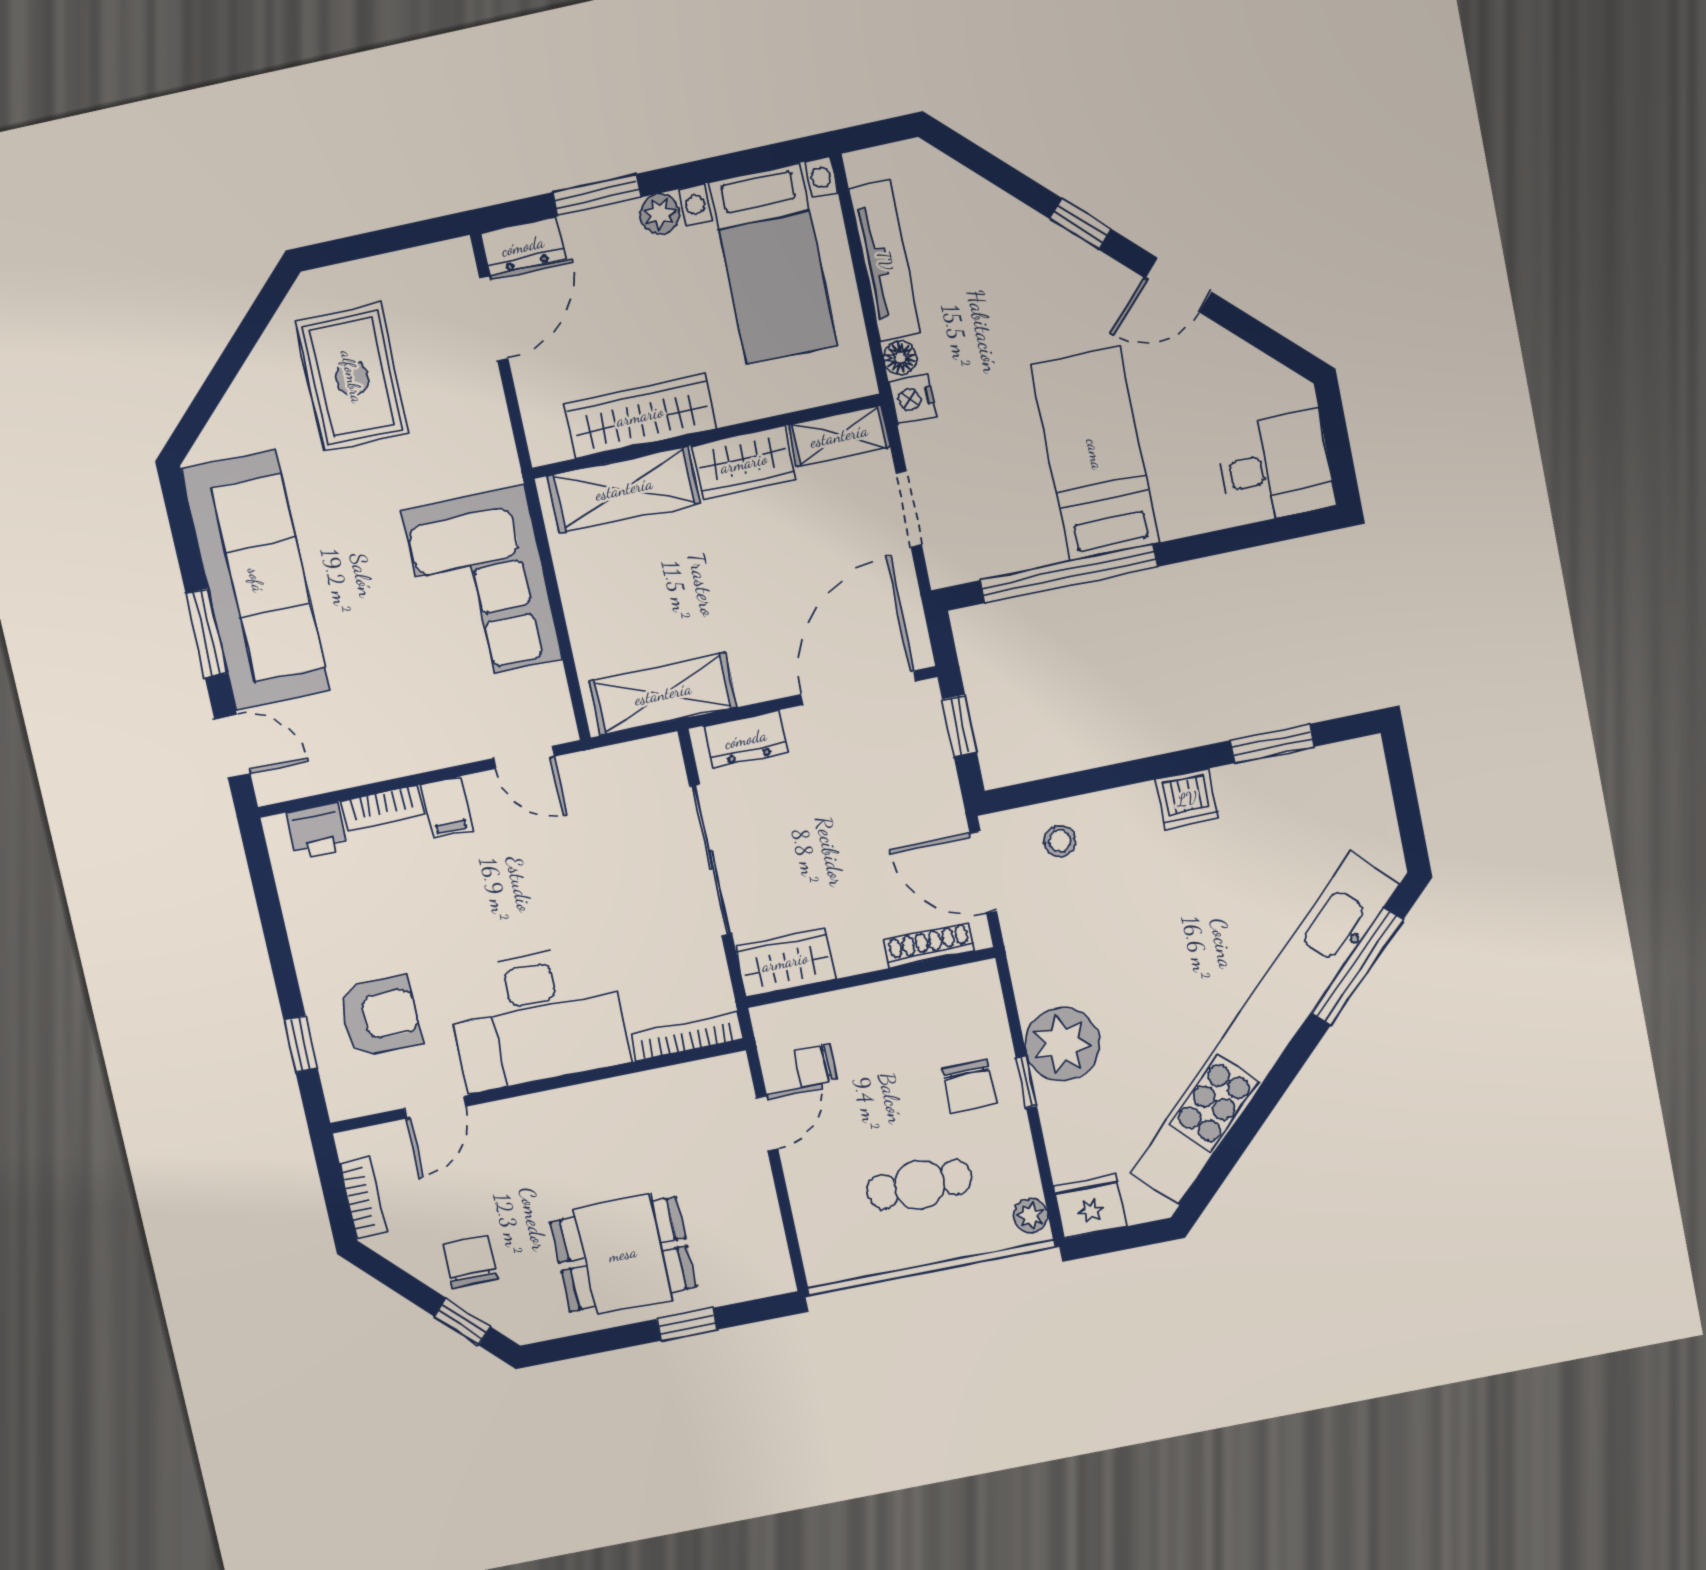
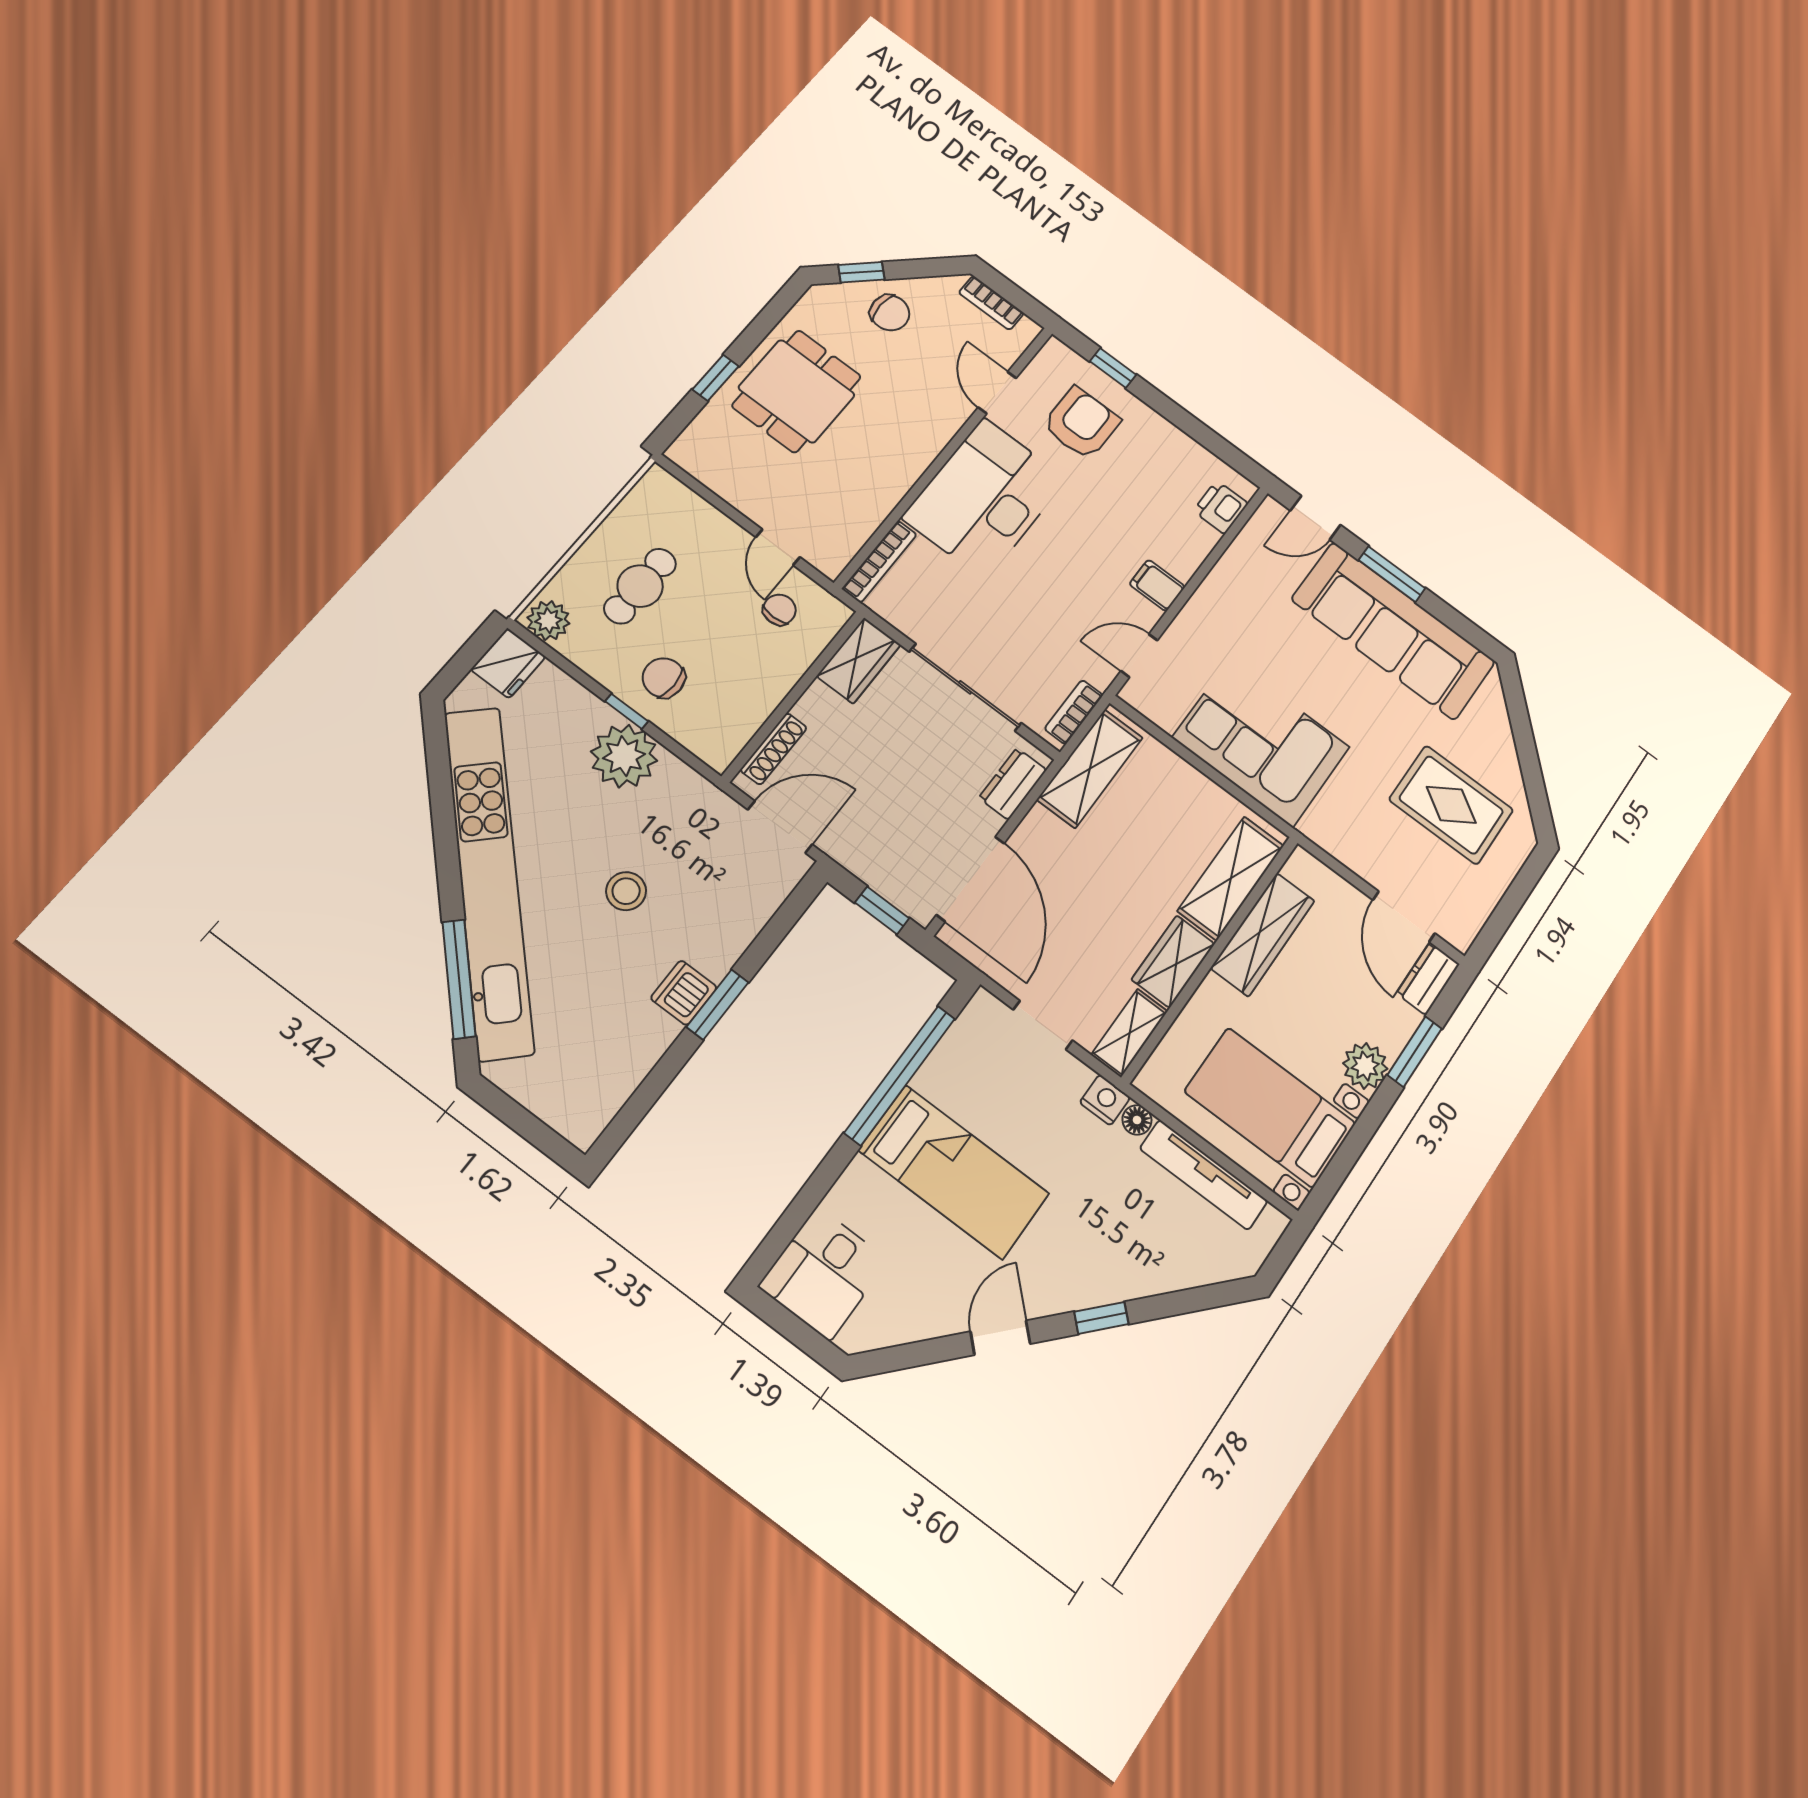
plant: (660, 214) -> (1365, 1066), width x1.38, depth x1.38
window: (1272, 744) -> (717, 1005), moved
bookcase: (383, 808) -> (1074, 712), moved
stool: (1060, 841) -> (626, 891), moved, width x1.37, depth x1.37
armchair: (380, 1016) -> (1081, 423), turned 180
plant: (1031, 1216) -> (548, 621), width x1.38, depth x1.38

